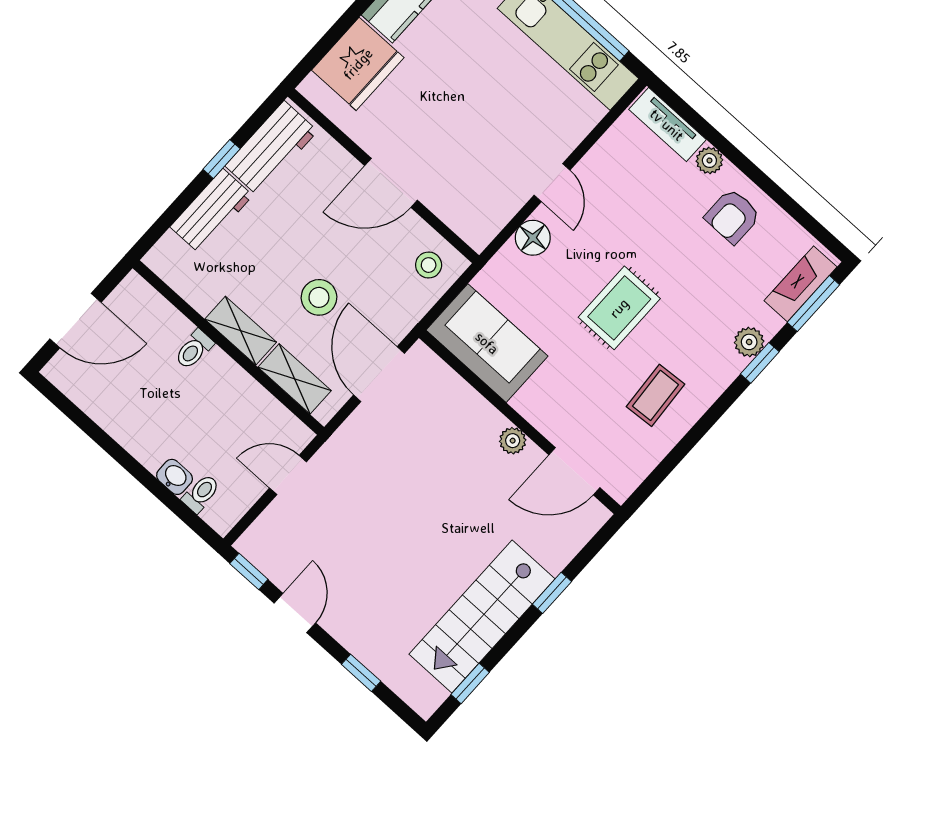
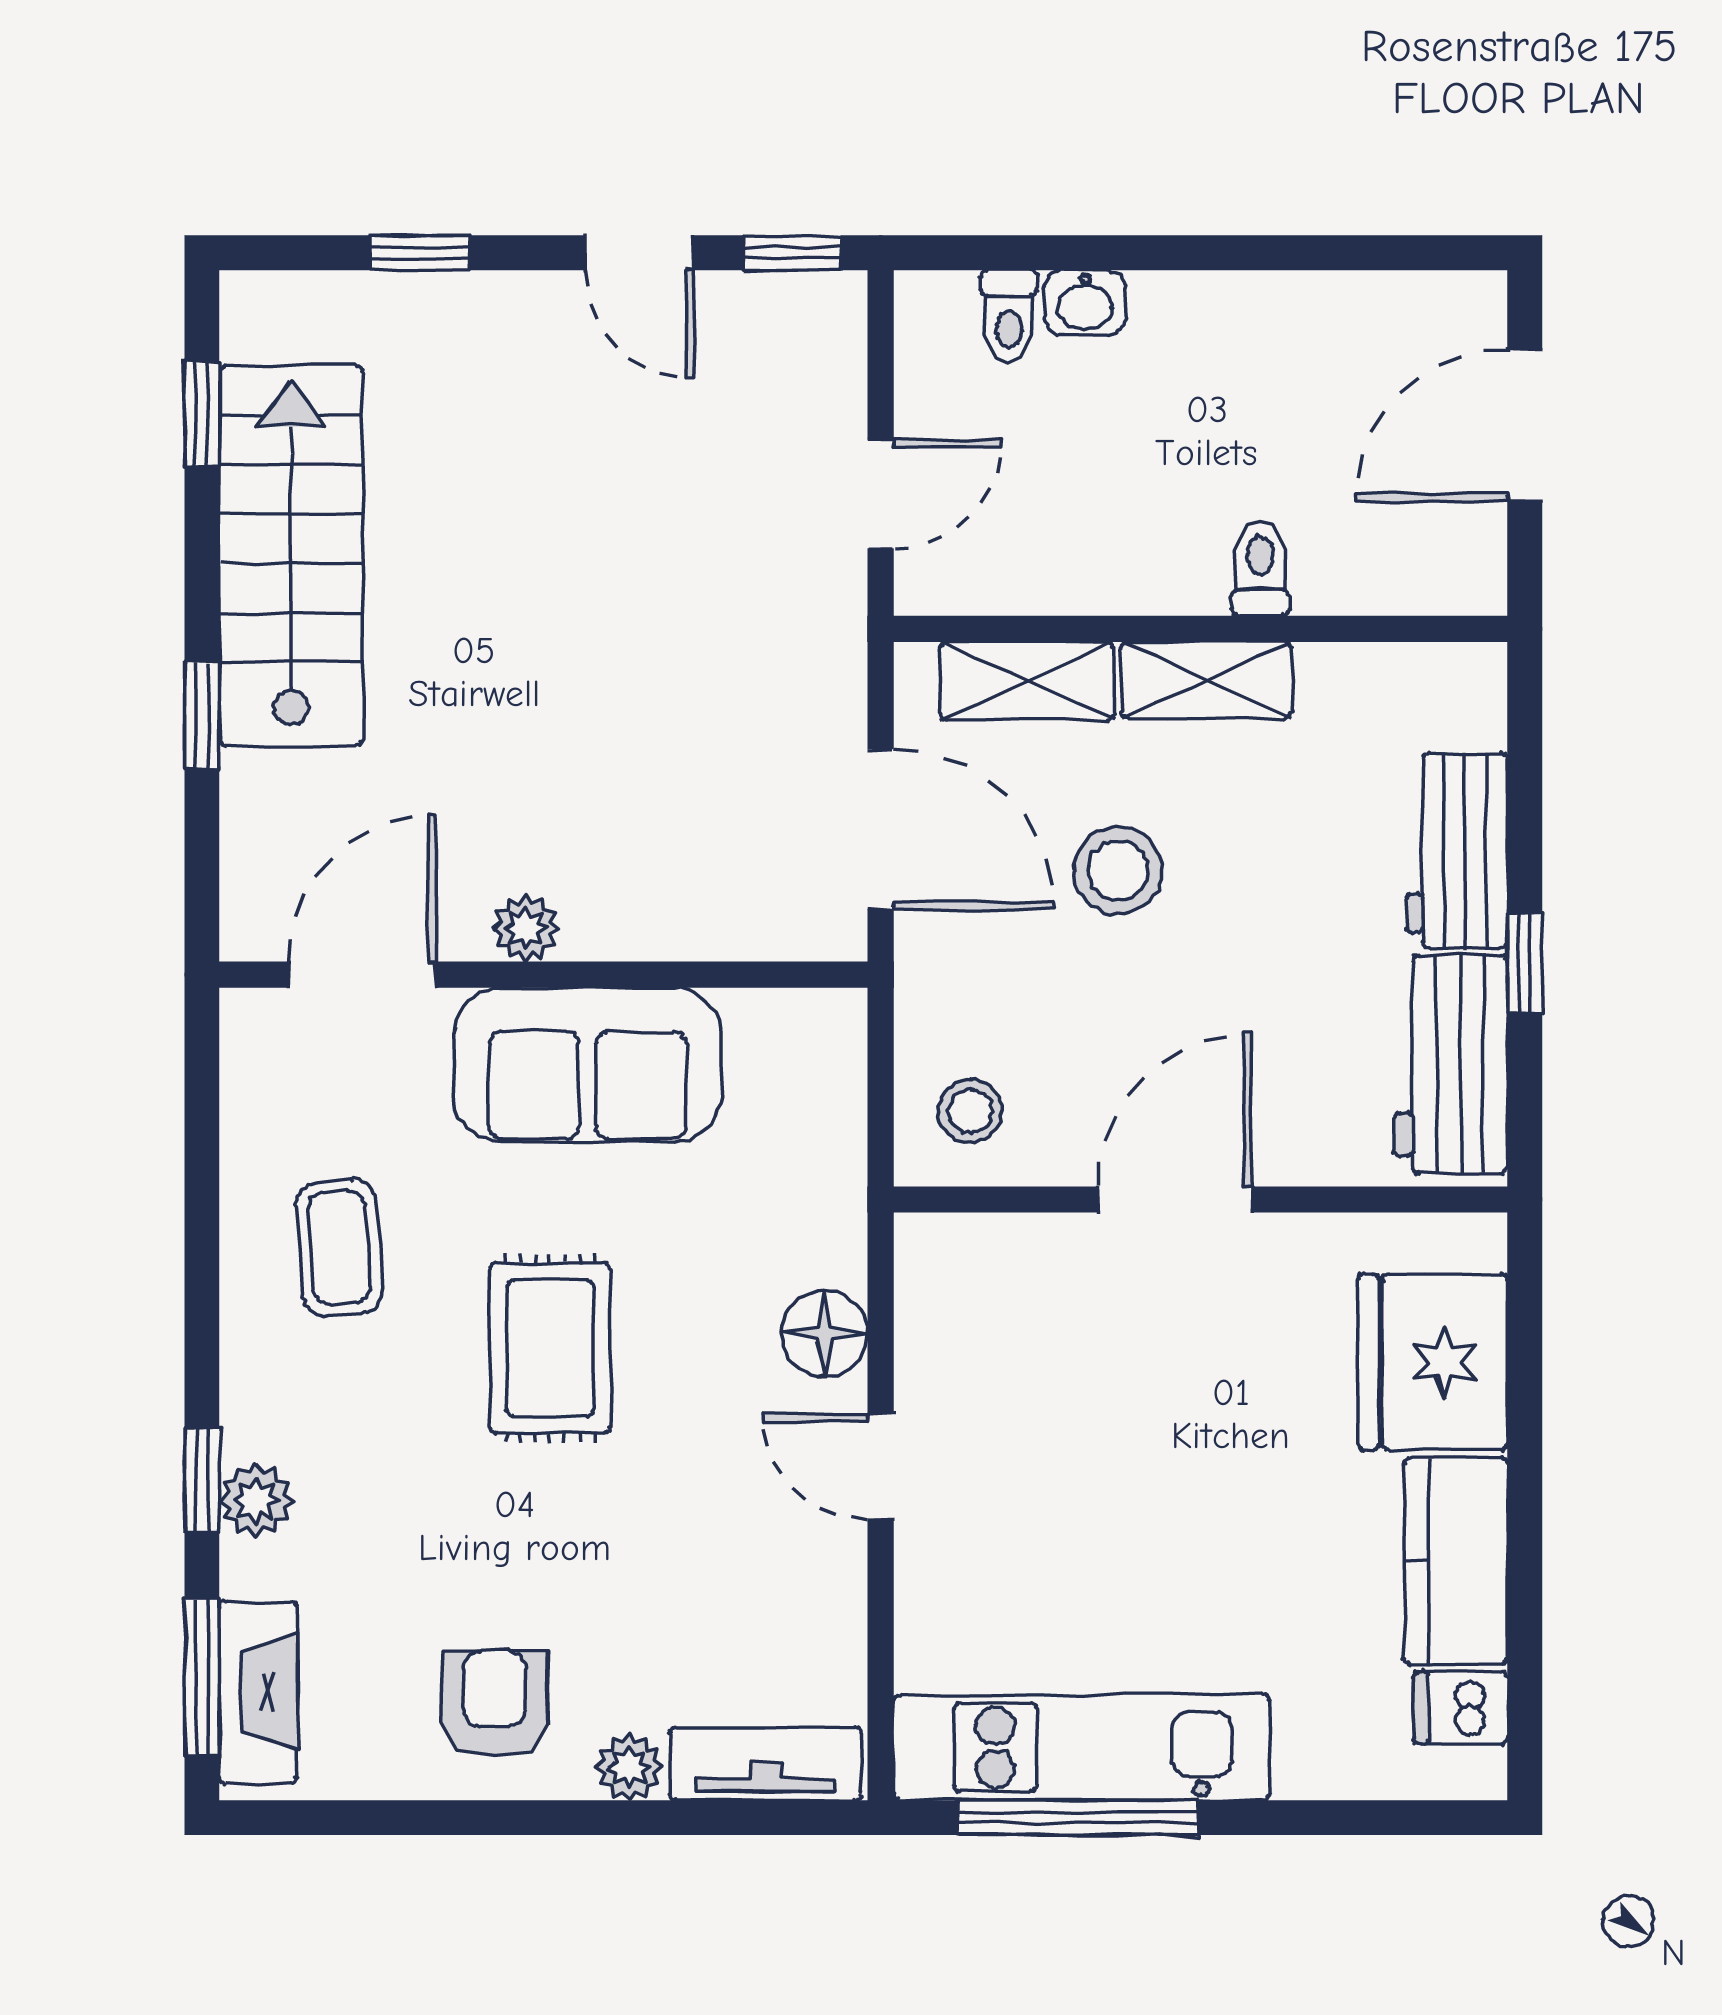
sofa: (487, 343) -> (588, 1065), moved

